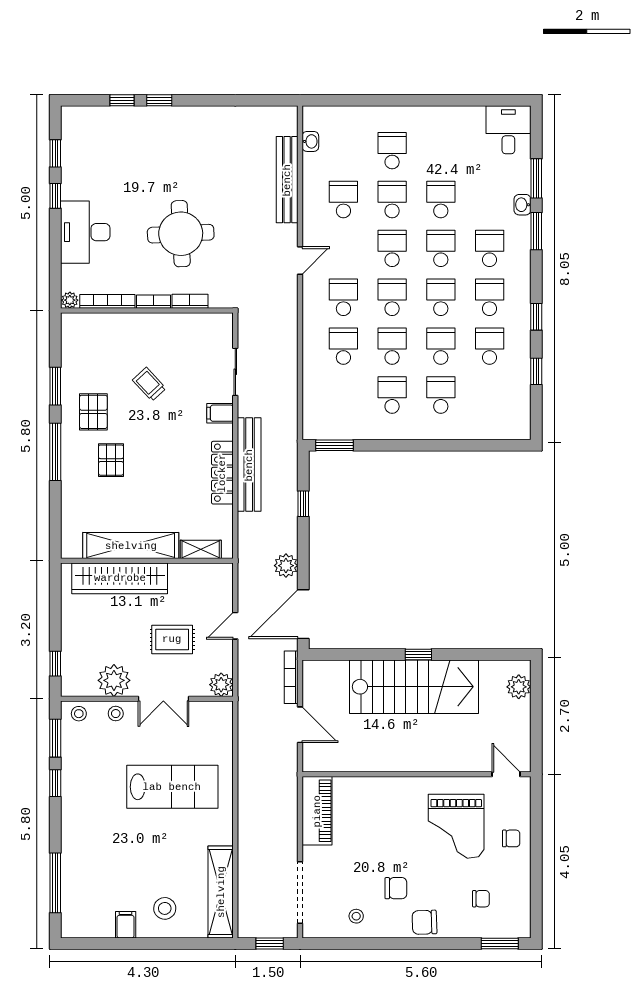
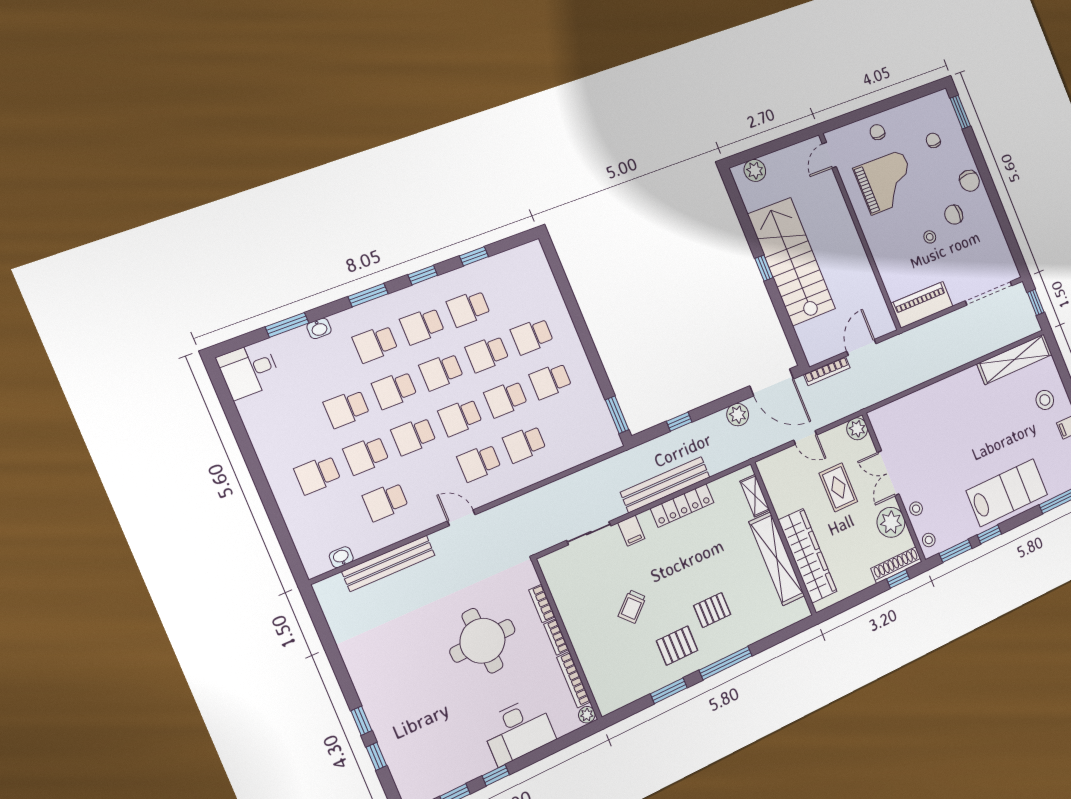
window: (536, 231) -> (368, 295), moved
shoe rack: (70, 668) -> (896, 565), added
double door: (163, 699) -> (888, 473), swing flipped
lab bench: (172, 787) -> (1007, 493), moved, turned 90
chair: (396, 888) -> (954, 215), turned -90
stool: (356, 916) -> (930, 237), moved

